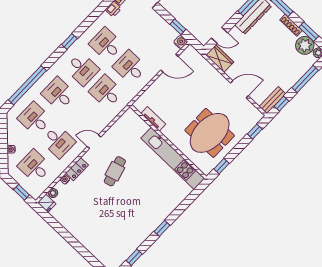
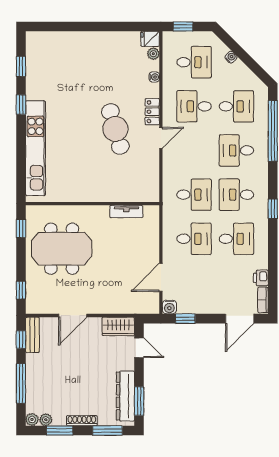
door: (219, 35) -> (139, 348), swing flipped
plant: (305, 45) -> (46, 420), width x0.53, depth x0.53
desk: (58, 94) -> (236, 150), turned 180
meeting table: (210, 133) -> (62, 249), turned 90
kitchen unit: (173, 158) -> (35, 148), moved, turned 90
locker: (77, 169) -> (152, 112), moved
cafe table: (115, 171) -> (115, 129), width x1.37, depth x1.35
window: (162, 228) -> (21, 105), moved

